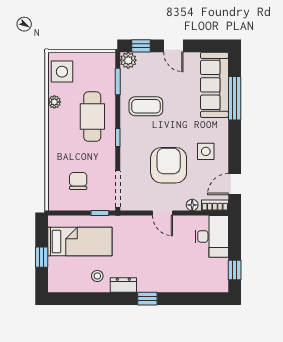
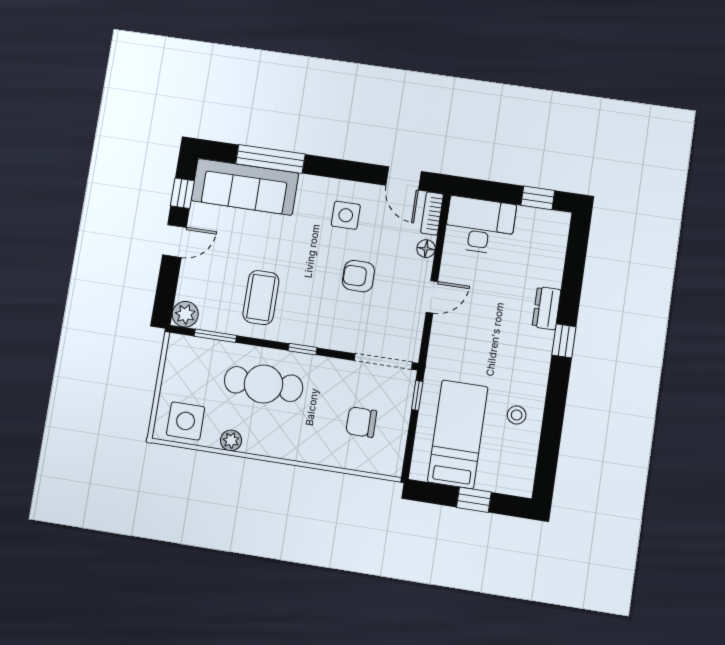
window: (141, 46) -> (182, 193), moved
armchair: (169, 165) -> (358, 276), width x0.53, depth x0.53
dresser: (123, 285) -> (546, 308), moved

